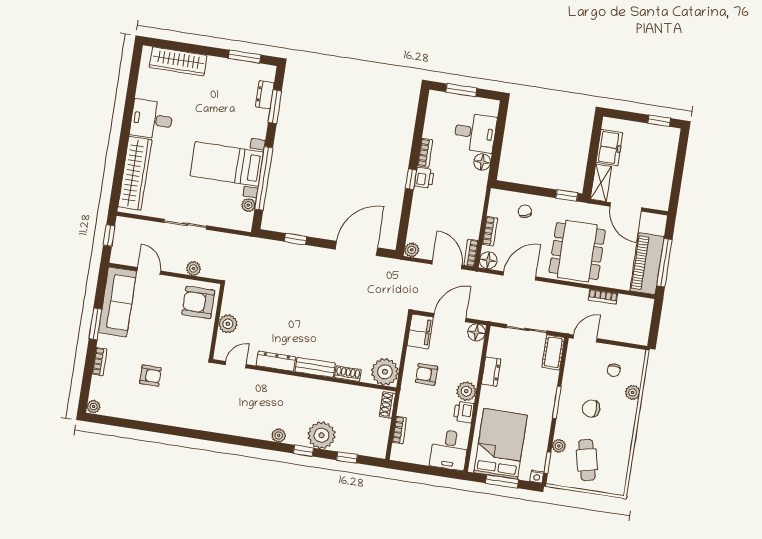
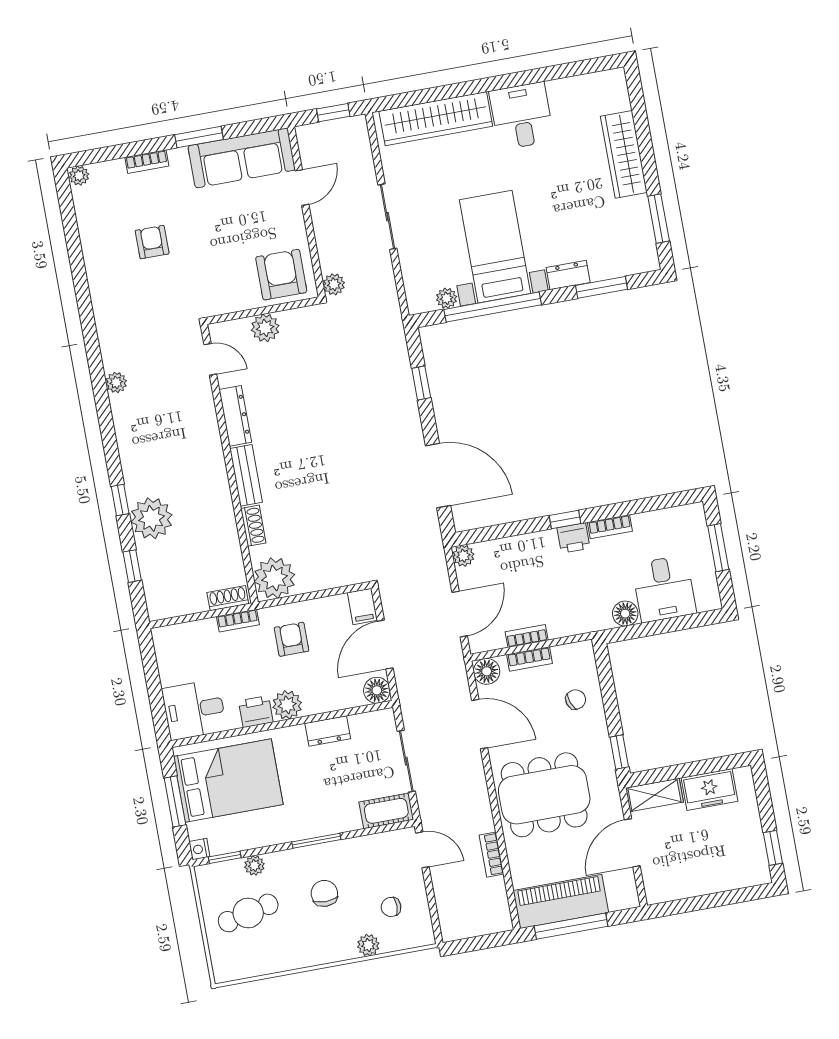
wardrobe: (178, 61) -> (624, 154), moved
dresser: (265, 95) -> (568, 275), moved
bookcase: (471, 253) -> (527, 636), moved
plant: (193, 268) -> (334, 284), moved
door: (450, 318) -> (385, 645), swing flipped
filing cabinet: (420, 331) -> (362, 606), width x0.50
armchair: (150, 376) -> (152, 242), turned 180
bookcase: (399, 430) -> (238, 621), moved
plant: (279, 435) -> (116, 382), moved

